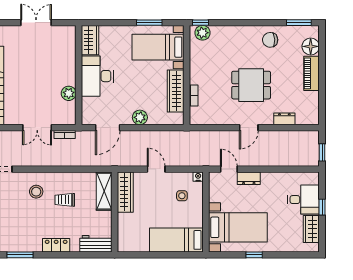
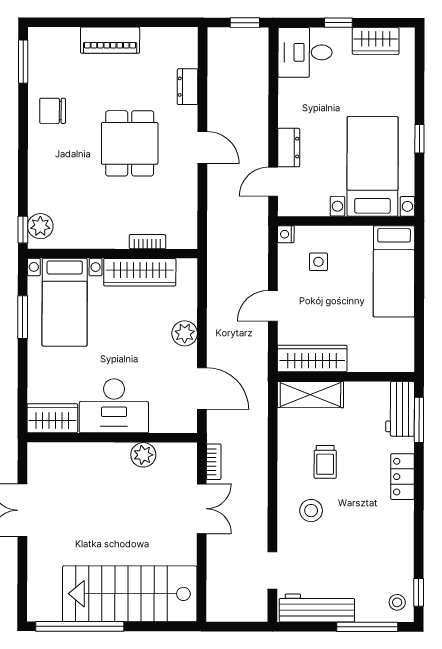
chair: (270, 40) -> (53, 111), turned 93
floor lamp: (311, 46) -> (64, 42), removed
desk: (303, 200) -> (305, 52), moved, turned -90
window: (20, 255) -> (419, 420), moved

